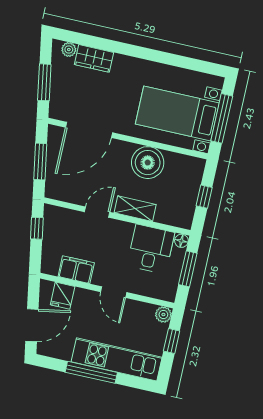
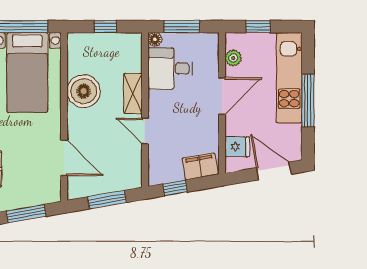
door: (89, 130) -> (64, 158), width x0.73
filing cabinet: (76, 270) -> (200, 166), moved, turned 80
door: (114, 292) -> (222, 96), width x1.38
plant: (163, 315) -> (233, 58), moved

